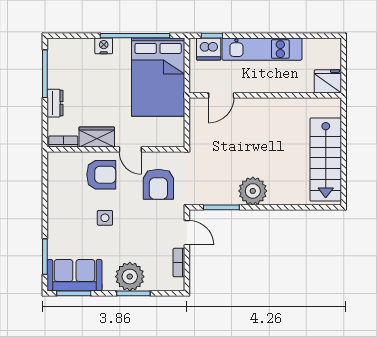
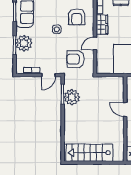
door: (221, 95) -> (125, 110), moved
armchair: (101, 175) -> (77, 17), moved
plant: (253, 191) -> (72, 97), moved

